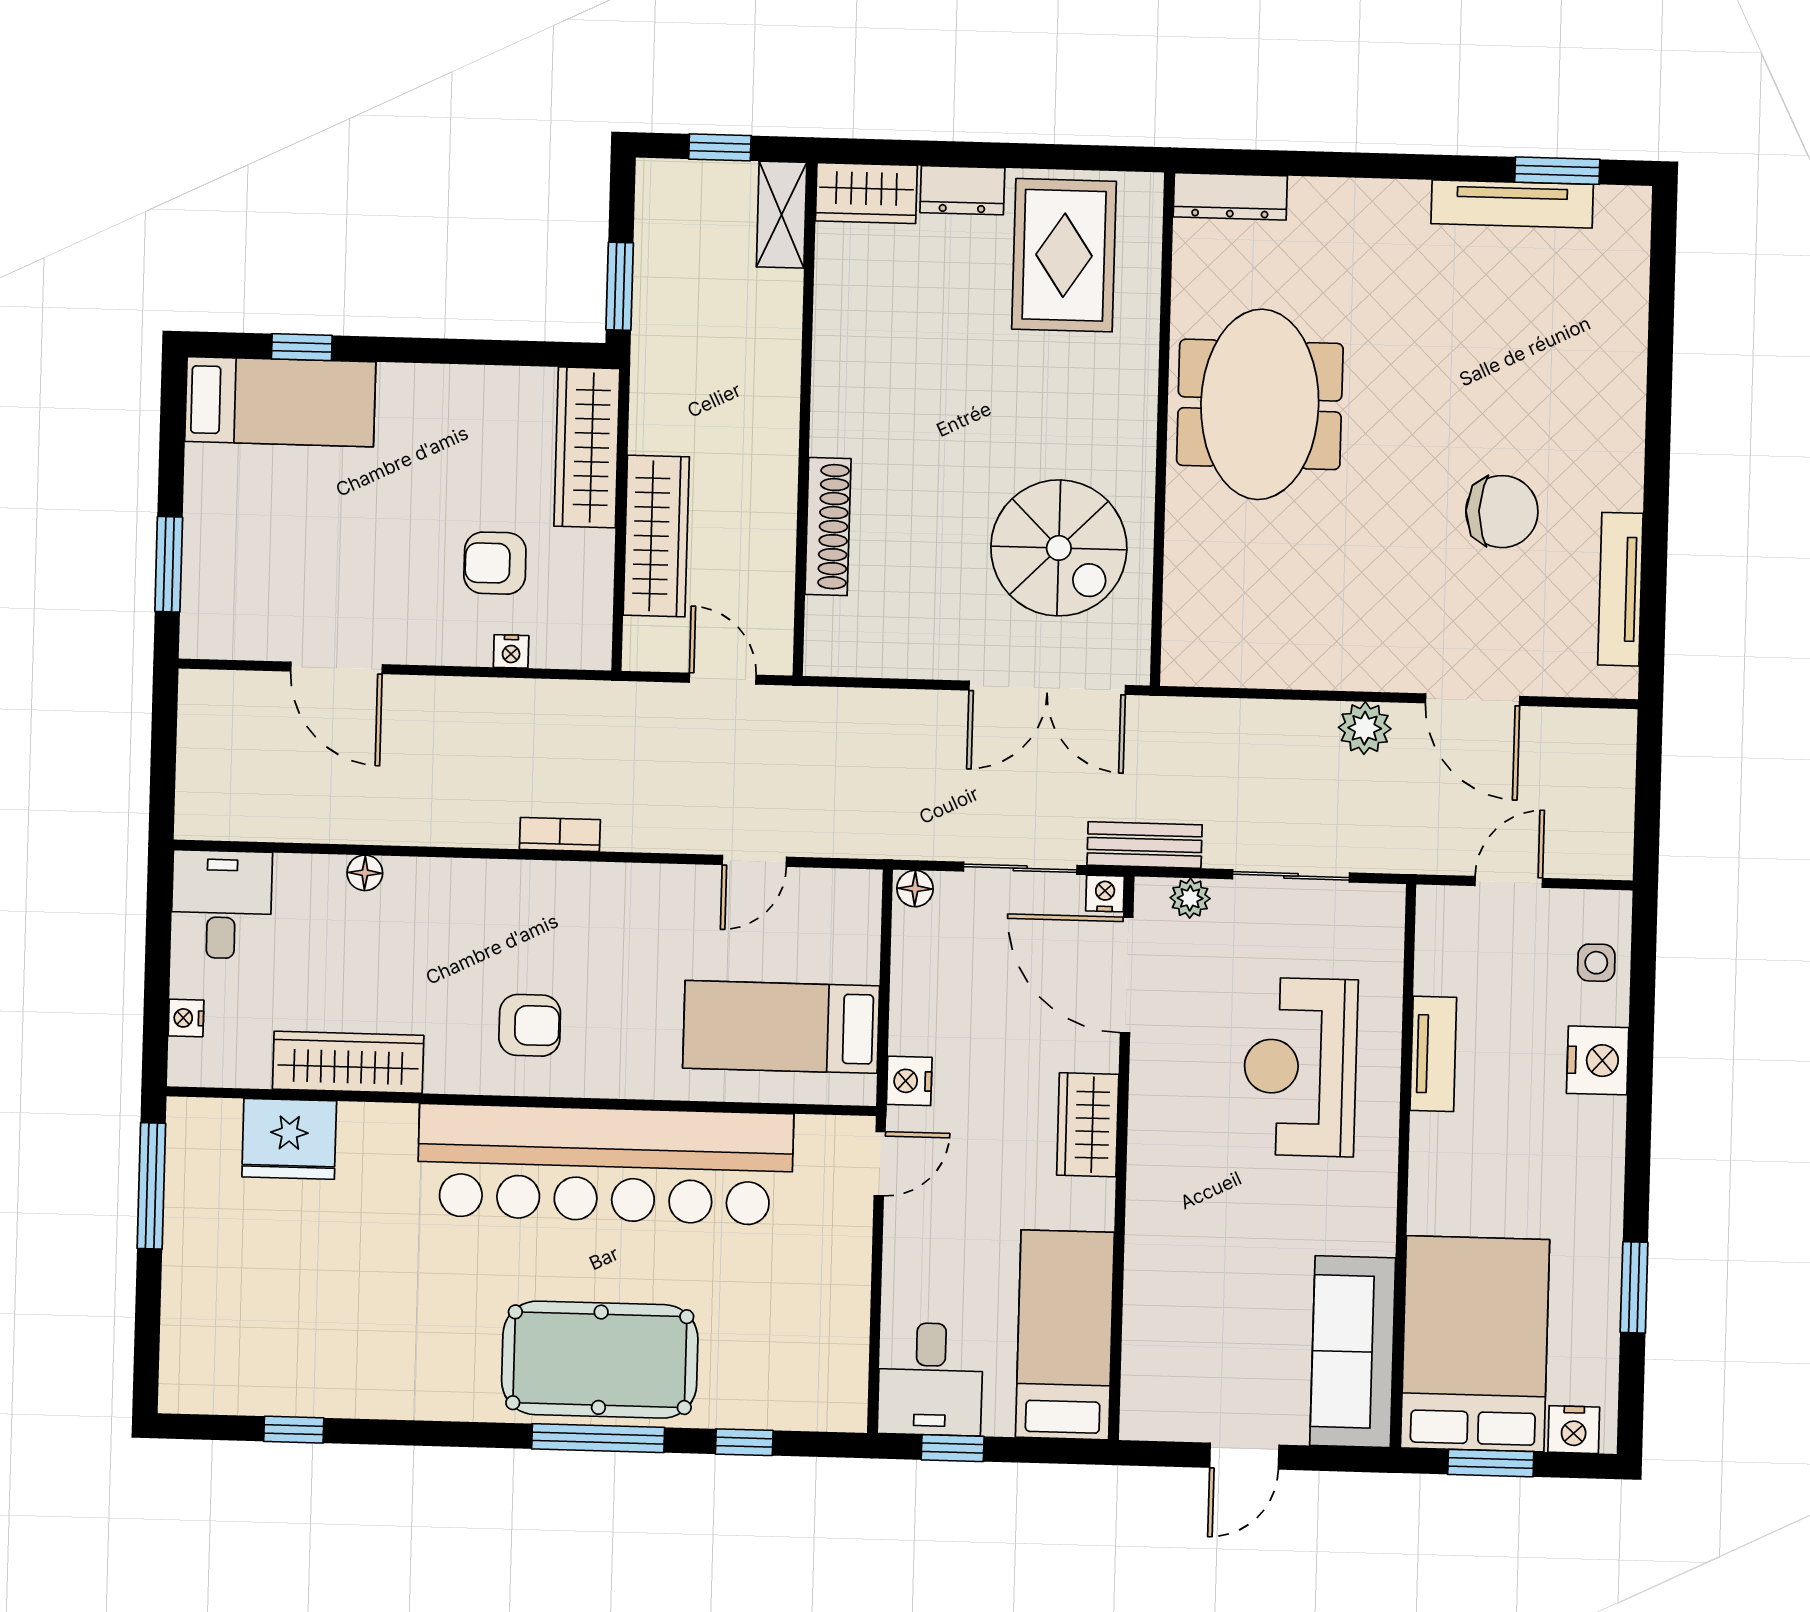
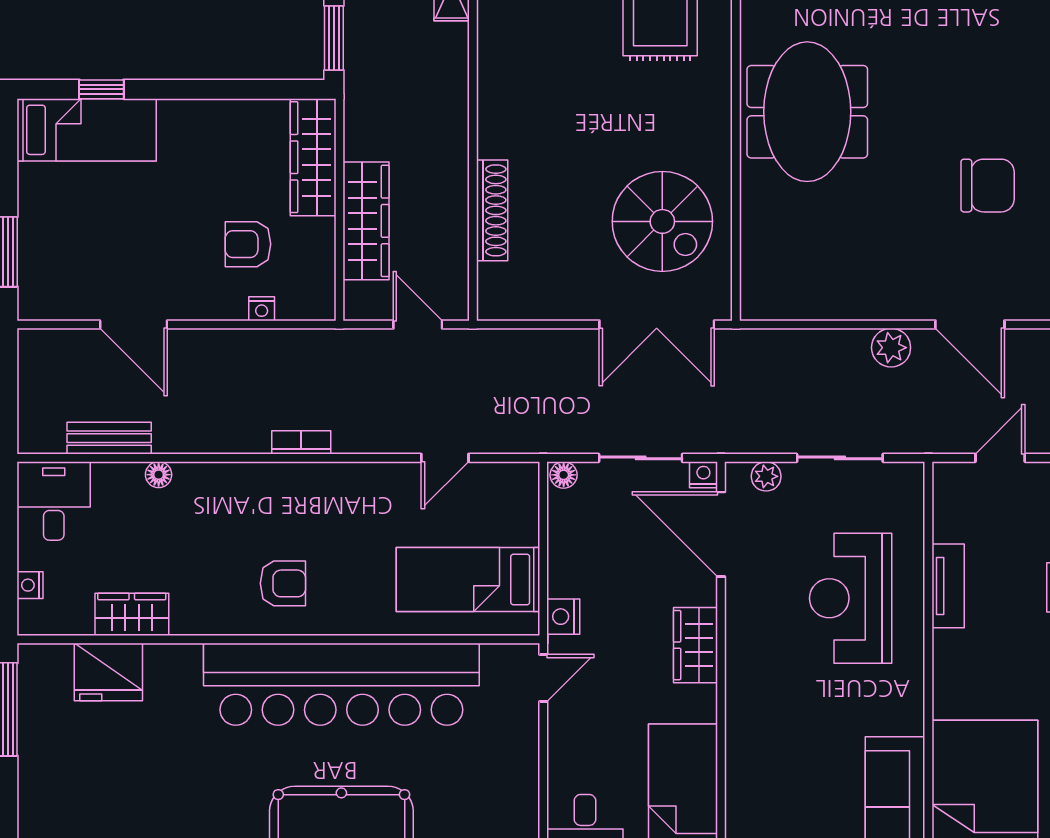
bench: (1145, 845) -> (109, 438), moved
wardrobe: (348, 1062) -> (132, 614), width x0.67

